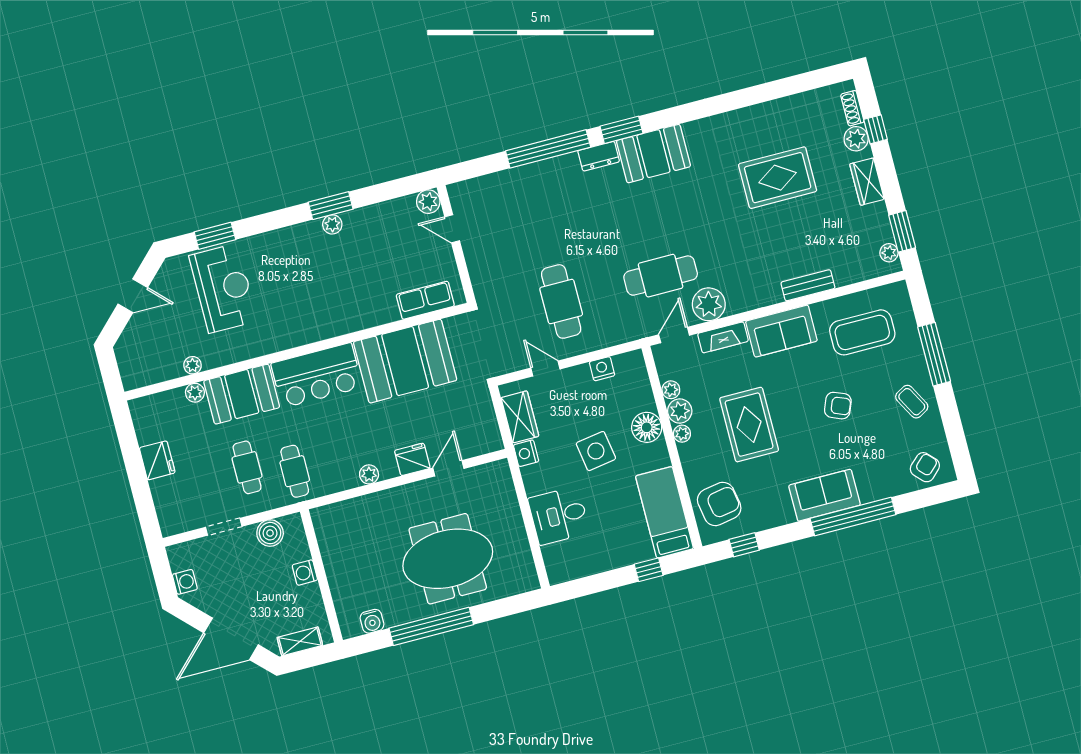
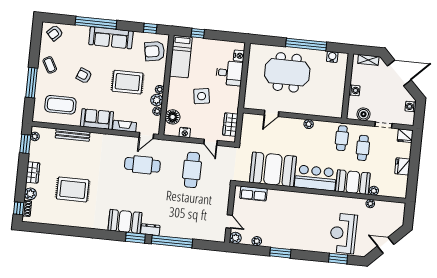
window: (876, 129) -> (19, 208), moved
plant: (332, 224) -> (257, 241), moved
bench: (808, 285) -> (73, 135), width x1.36
plant: (709, 304) -> (125, 144), removed
rug: (749, 425) -> (128, 82), turned 90
floor lamp: (647, 427) -> (173, 117), moved
nightstand: (526, 453) -> (239, 56), moved
fridge: (412, 459) -> (405, 136), moved
sofa: (824, 495) -> (111, 38), width x1.36

